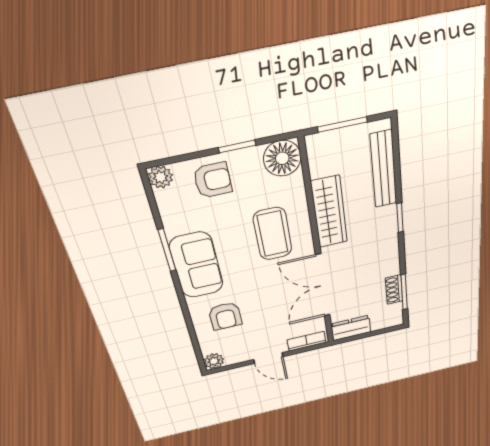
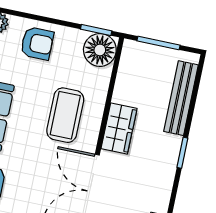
window: (237, 146) -> (96, 30), moved
wardrobe: (329, 212) -> (119, 129), width x0.67

